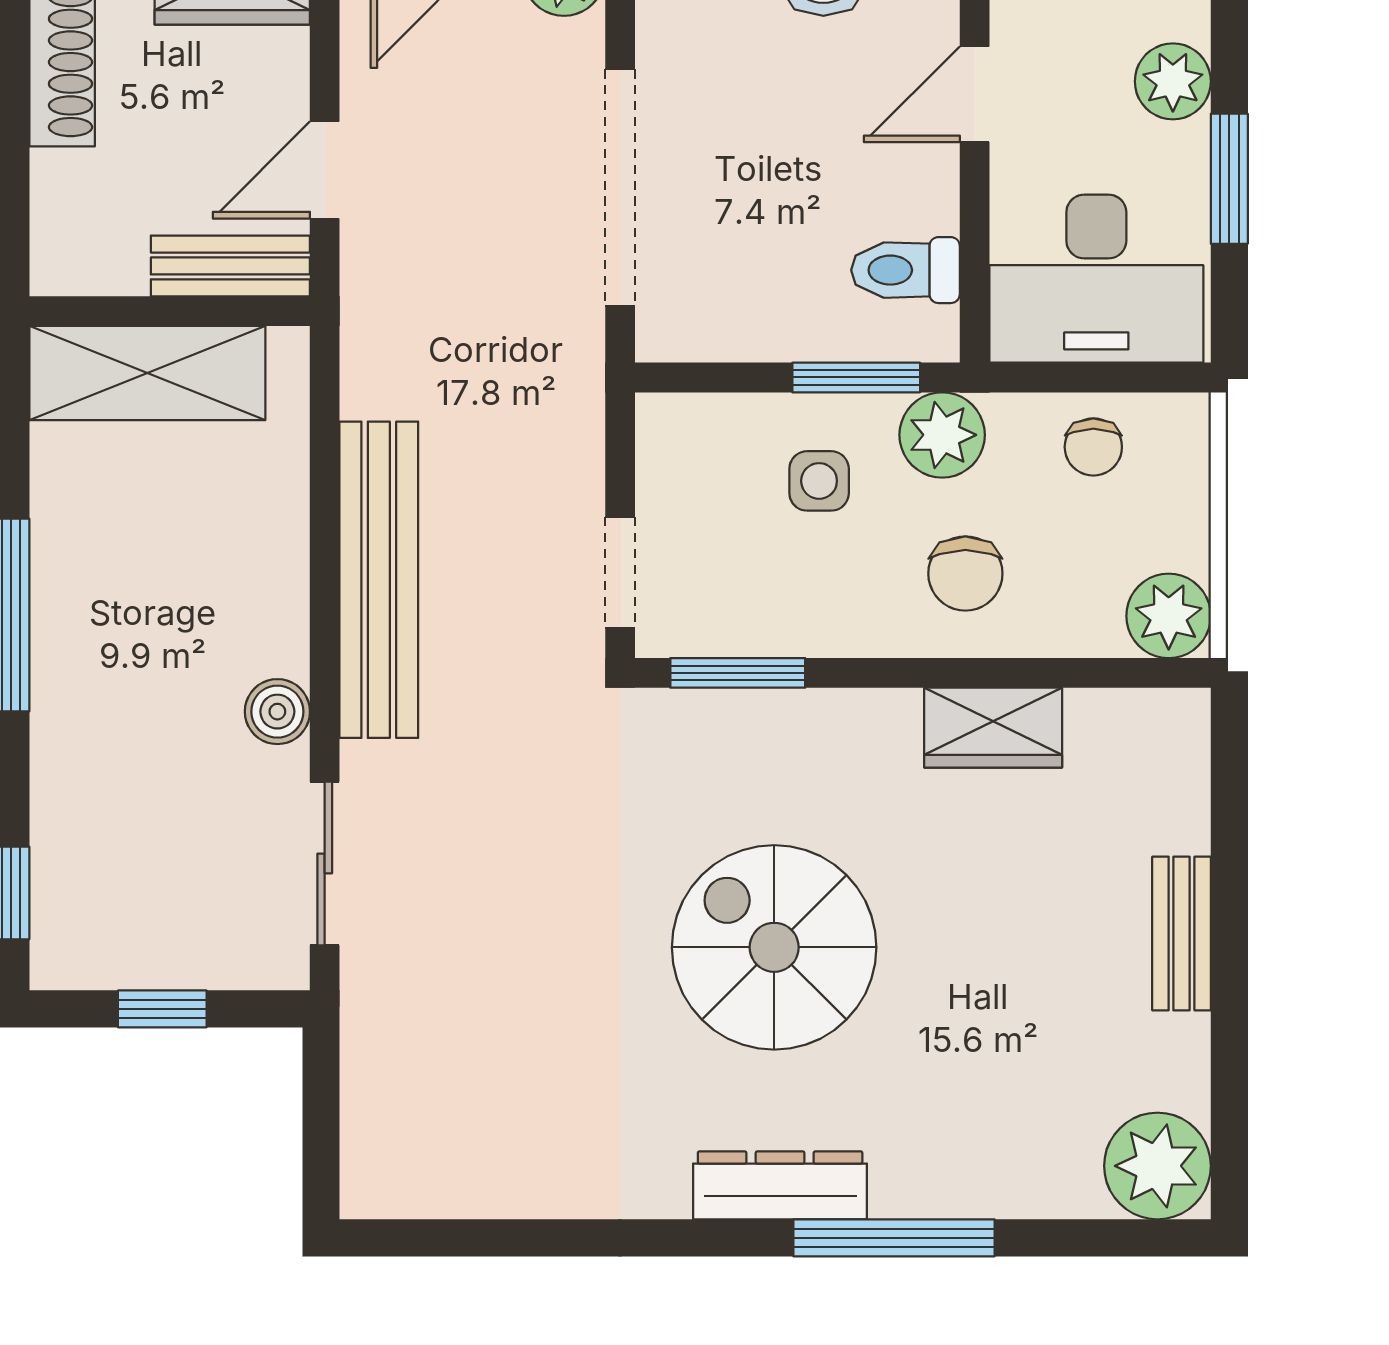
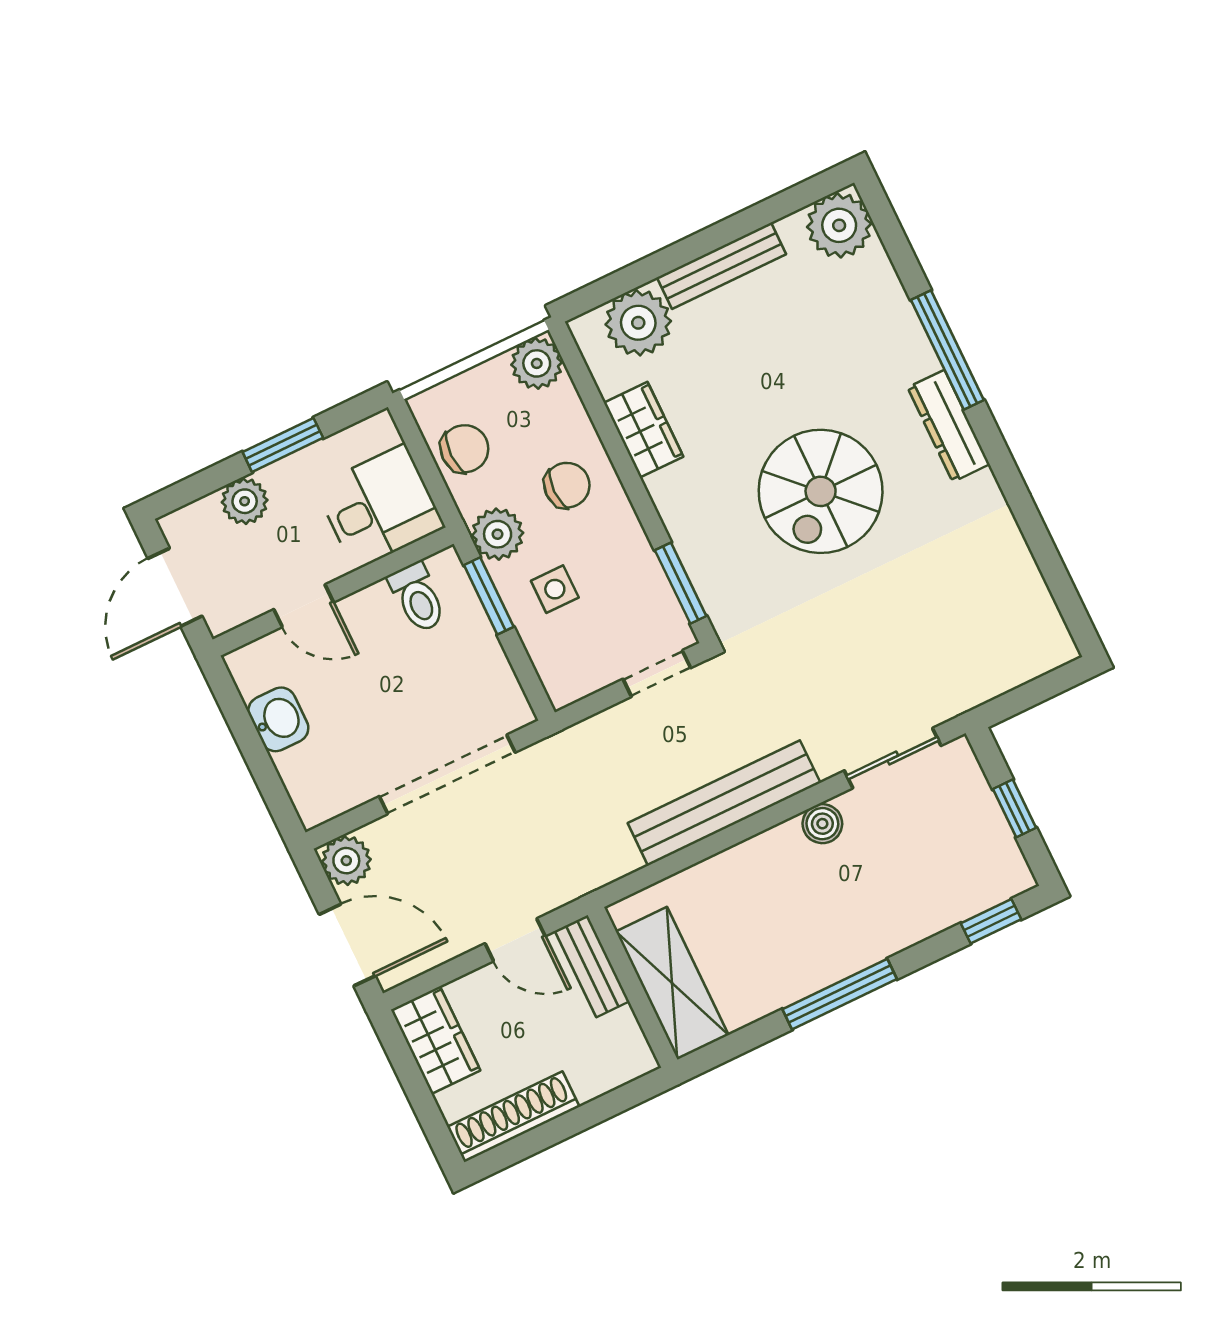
desk: (1096, 279) -> (380, 507), width x0.73
chair: (1093, 447) -> (464, 449), width x1.37, depth x1.37
plant: (1156, 796) -> (638, 323), added
bench: (1182, 933) -> (721, 266), width x1.36

